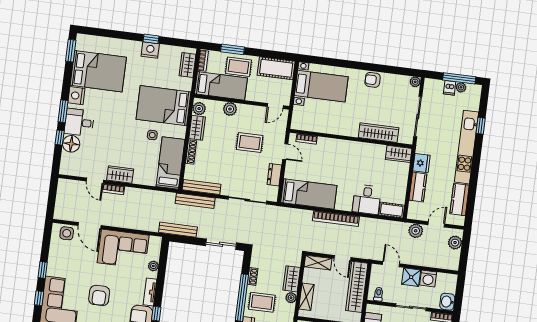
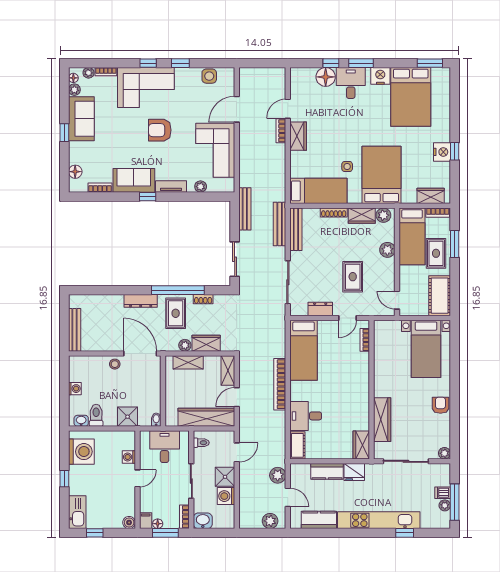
side table: (67, 233) -> (209, 76), moved

